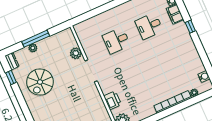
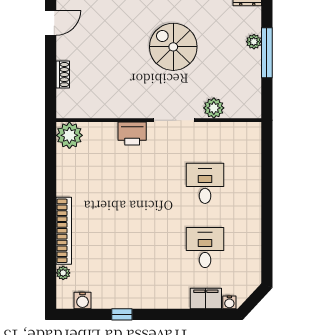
window: (190, 27) -> (122, 314), moved
spiral stairs: (40, 82) -> (173, 47), moved
printer: (112, 100) -> (132, 134), moved

